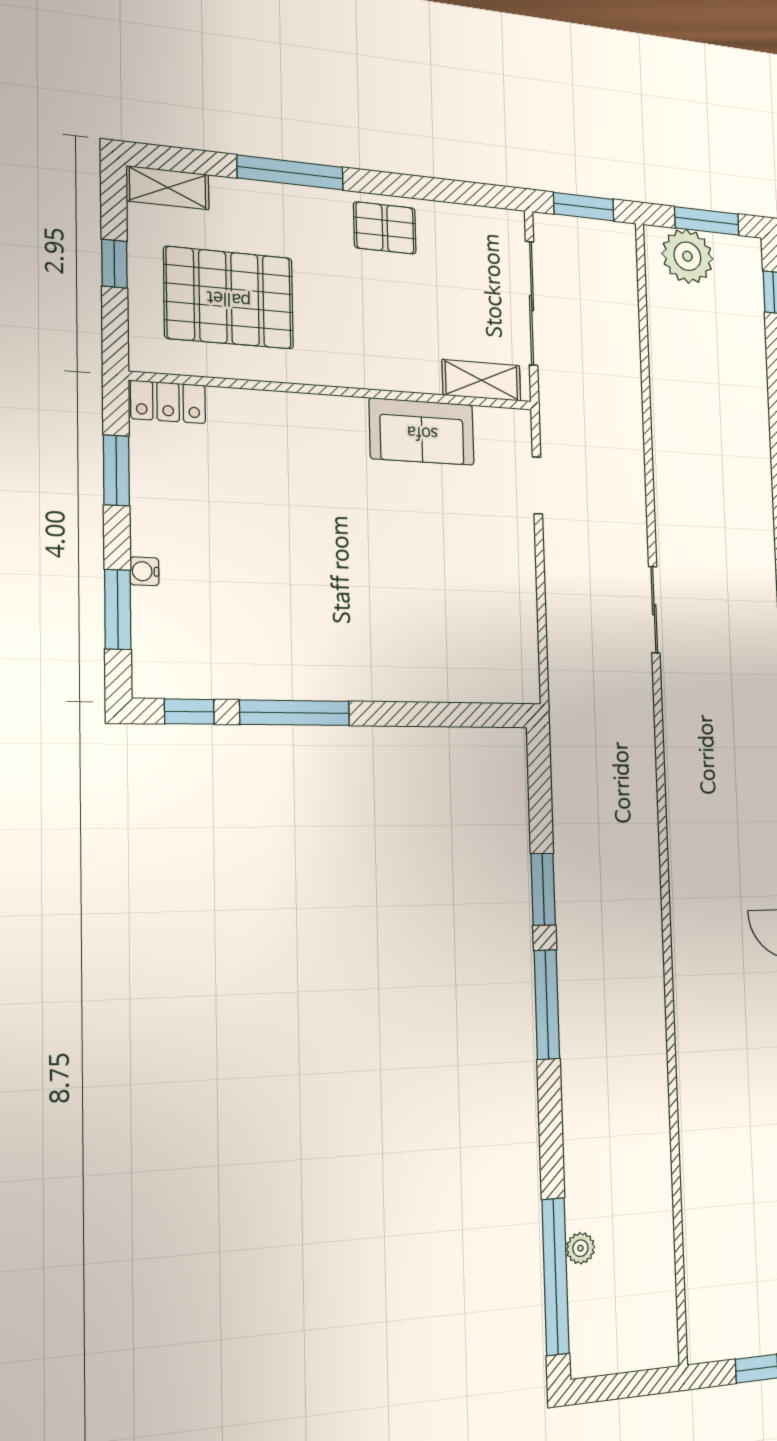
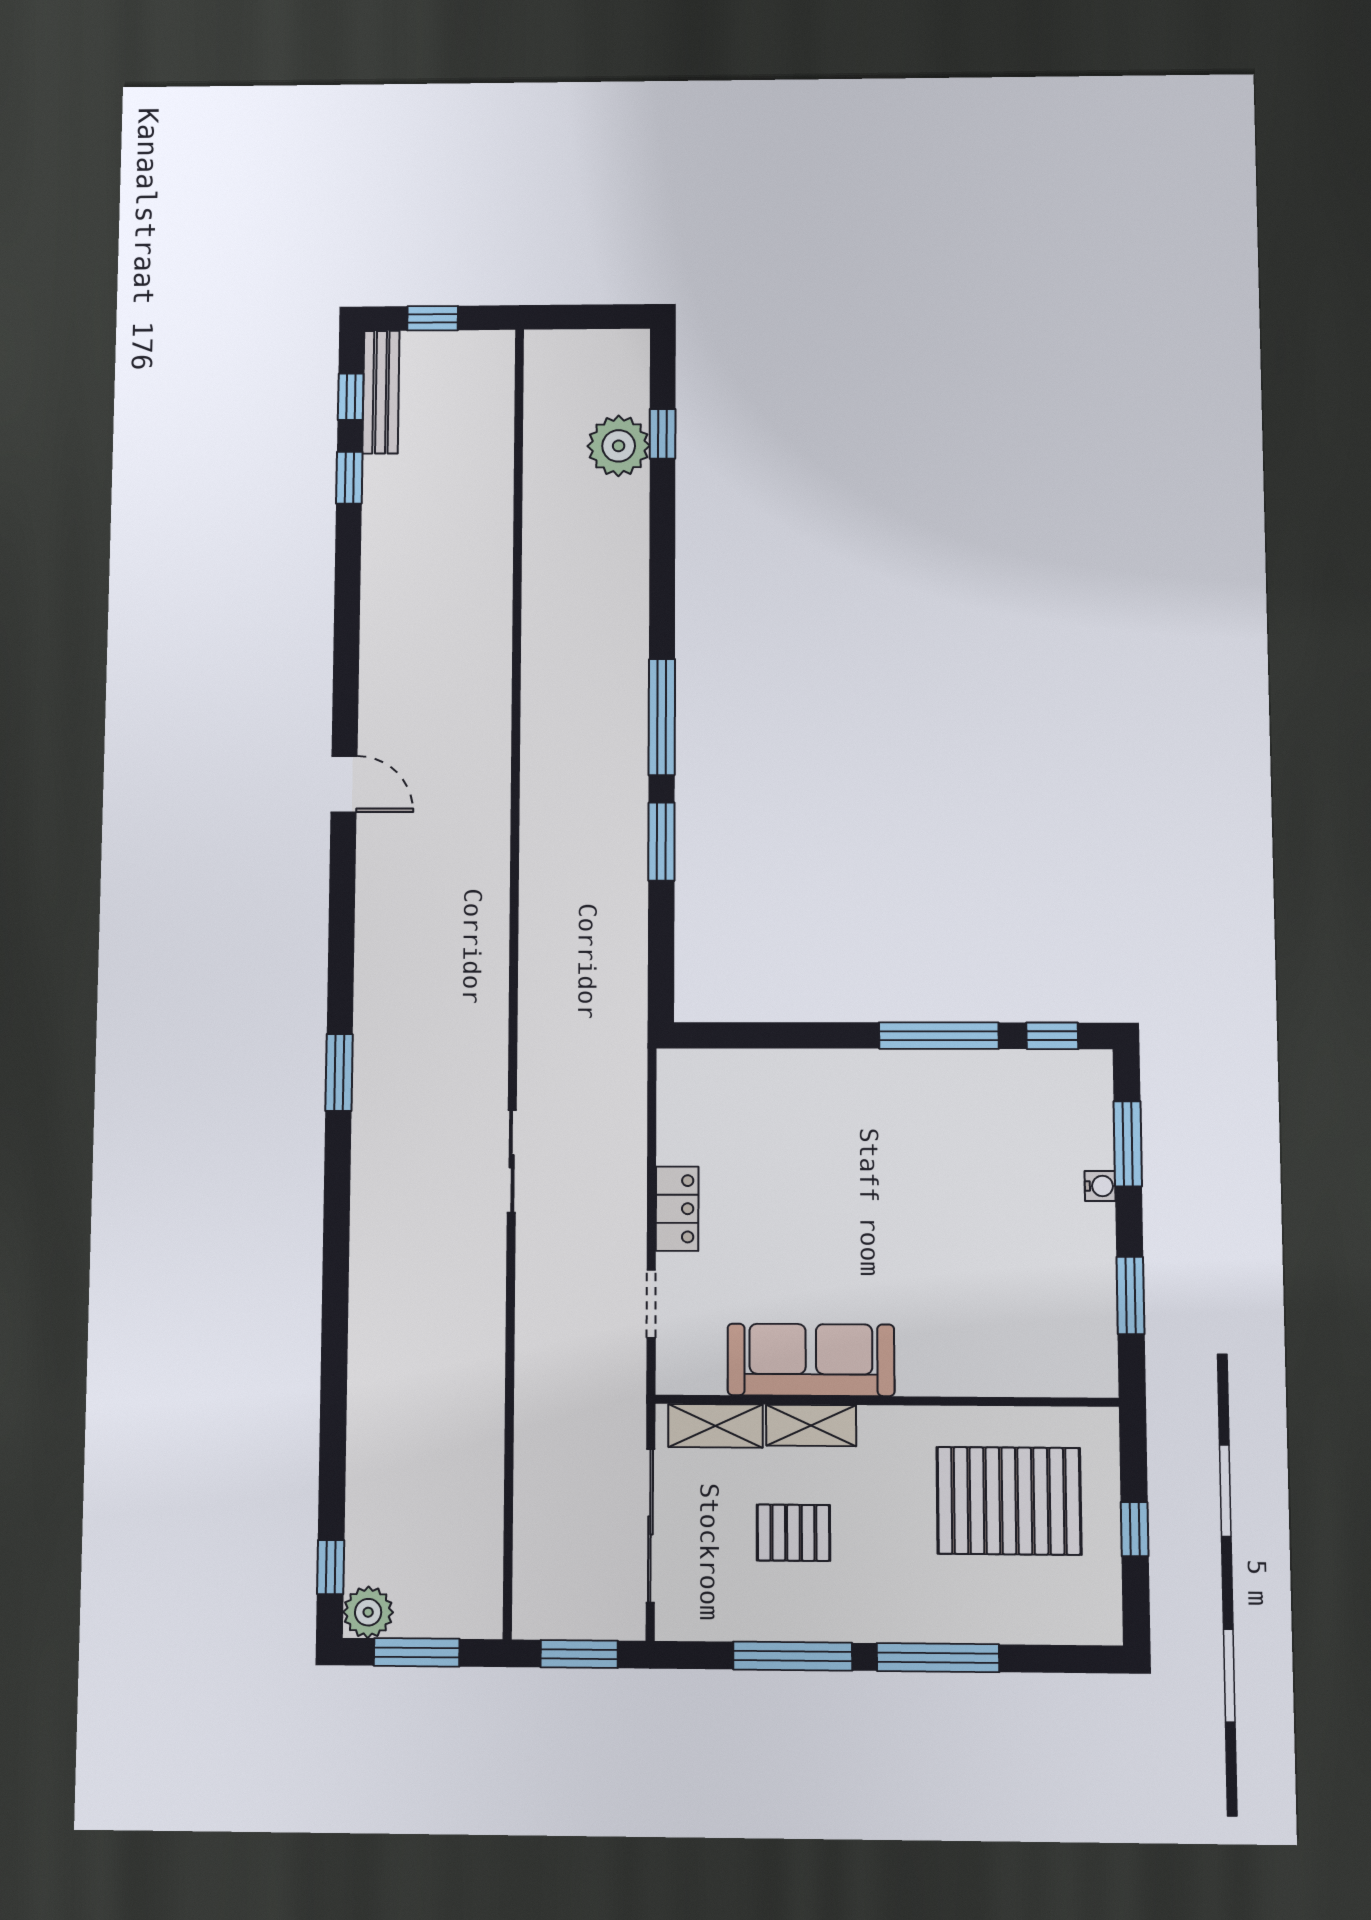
window: (413, 187) -> (793, 1656), added
shelving: (168, 188) -> (811, 1425), moved
pallet: (385, 228) -> (793, 1533), moved
plant: (687, 256) -> (368, 1612), moved, width x0.73, depth x0.73
locker: (168, 402) -> (677, 1209), moved, turned 90
sofa: (422, 432) -> (811, 1360), width x1.36
plant: (580, 1248) -> (619, 446), width x1.87, depth x1.87
window: (556, 1276) -> (663, 434), width x0.32

